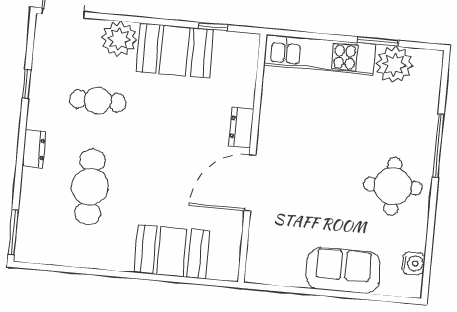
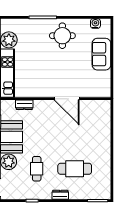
dresser: (241, 128) -> (24, 105), moved
booth: (172, 252) -> (100, 130), removed

